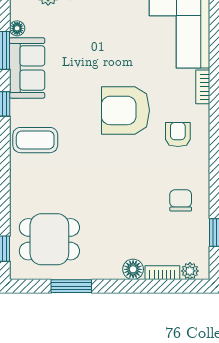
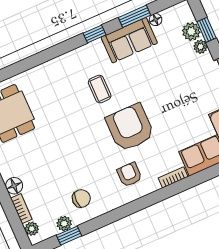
armchair: (178, 135) -> (129, 175), turned -90
coffee table: (35, 140) -> (100, 89), moved, width x0.73, depth x0.77
plant: (200, 232) -> (64, 224), added

